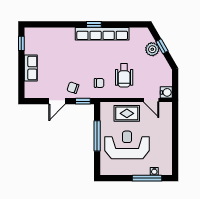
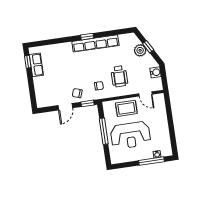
row of seats: (31, 68) -> (36, 65), moved
water cooler: (166, 92) -> (155, 72), moved
reception desk: (127, 145) -> (131, 135), turned 180

